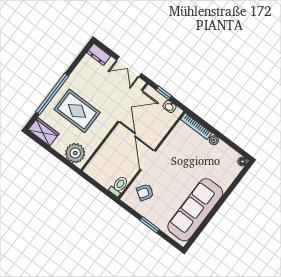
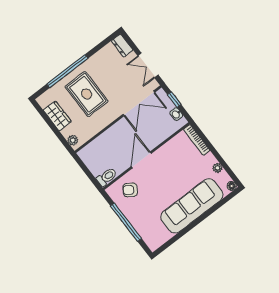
wardrobe: (44, 132) -> (57, 116), moved
plant: (214, 140) -> (217, 168), moved
plant: (75, 153) -> (73, 140), width x0.53, depth x0.53
sofa: (195, 210) -> (192, 206), moved
window: (150, 225) -> (126, 222), width x2.11

